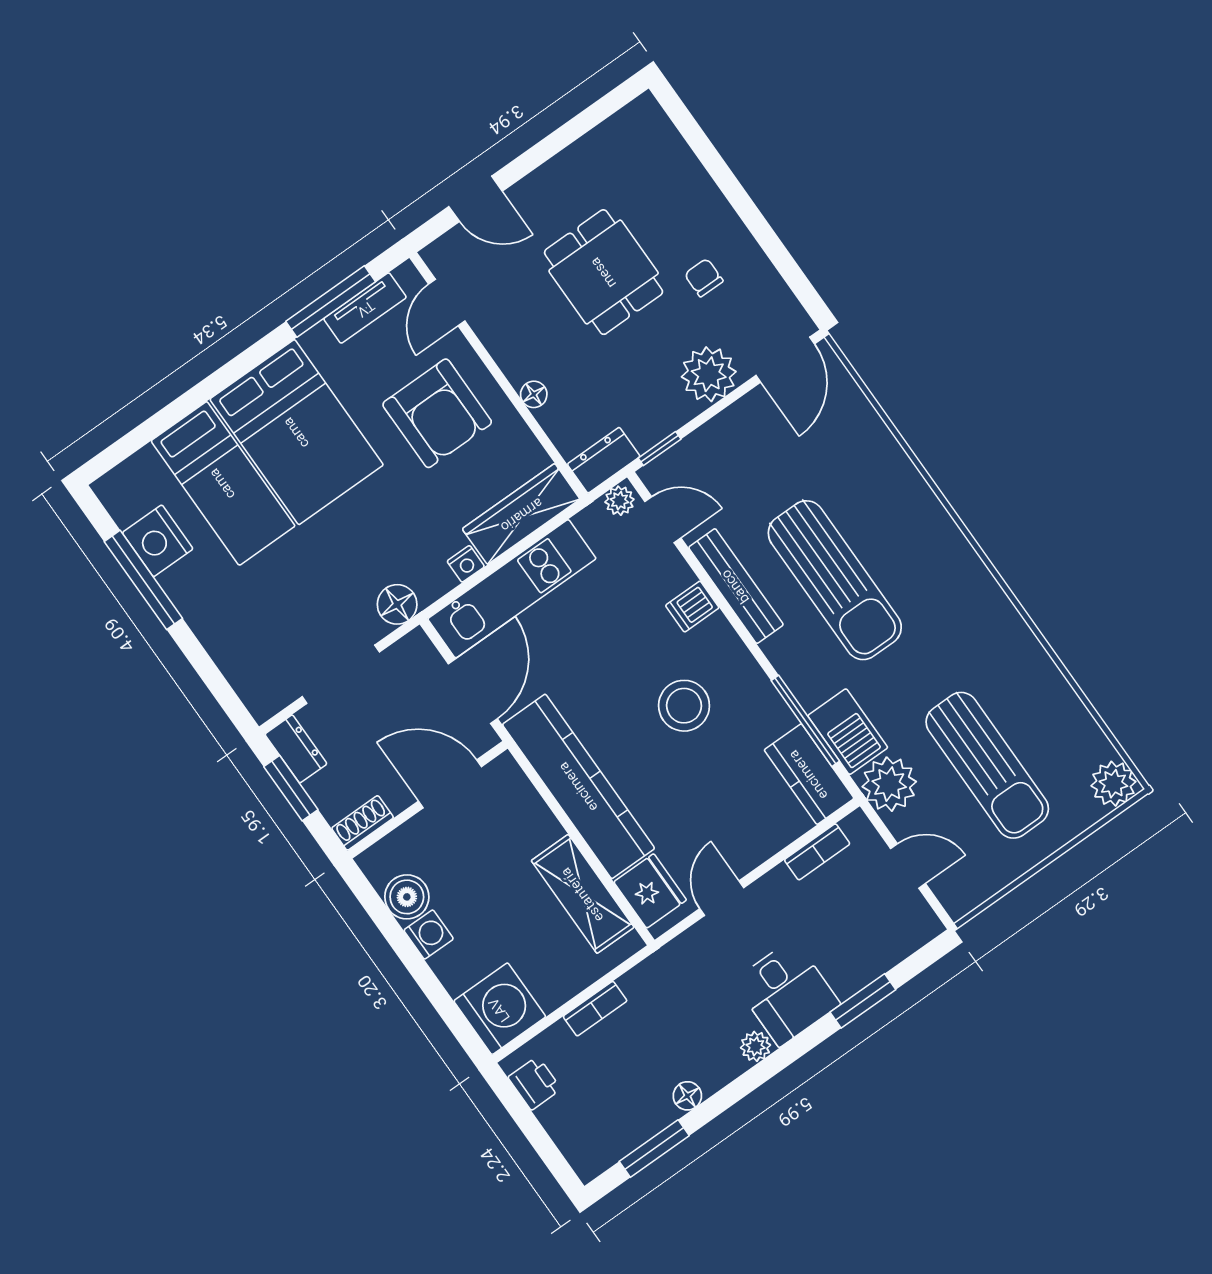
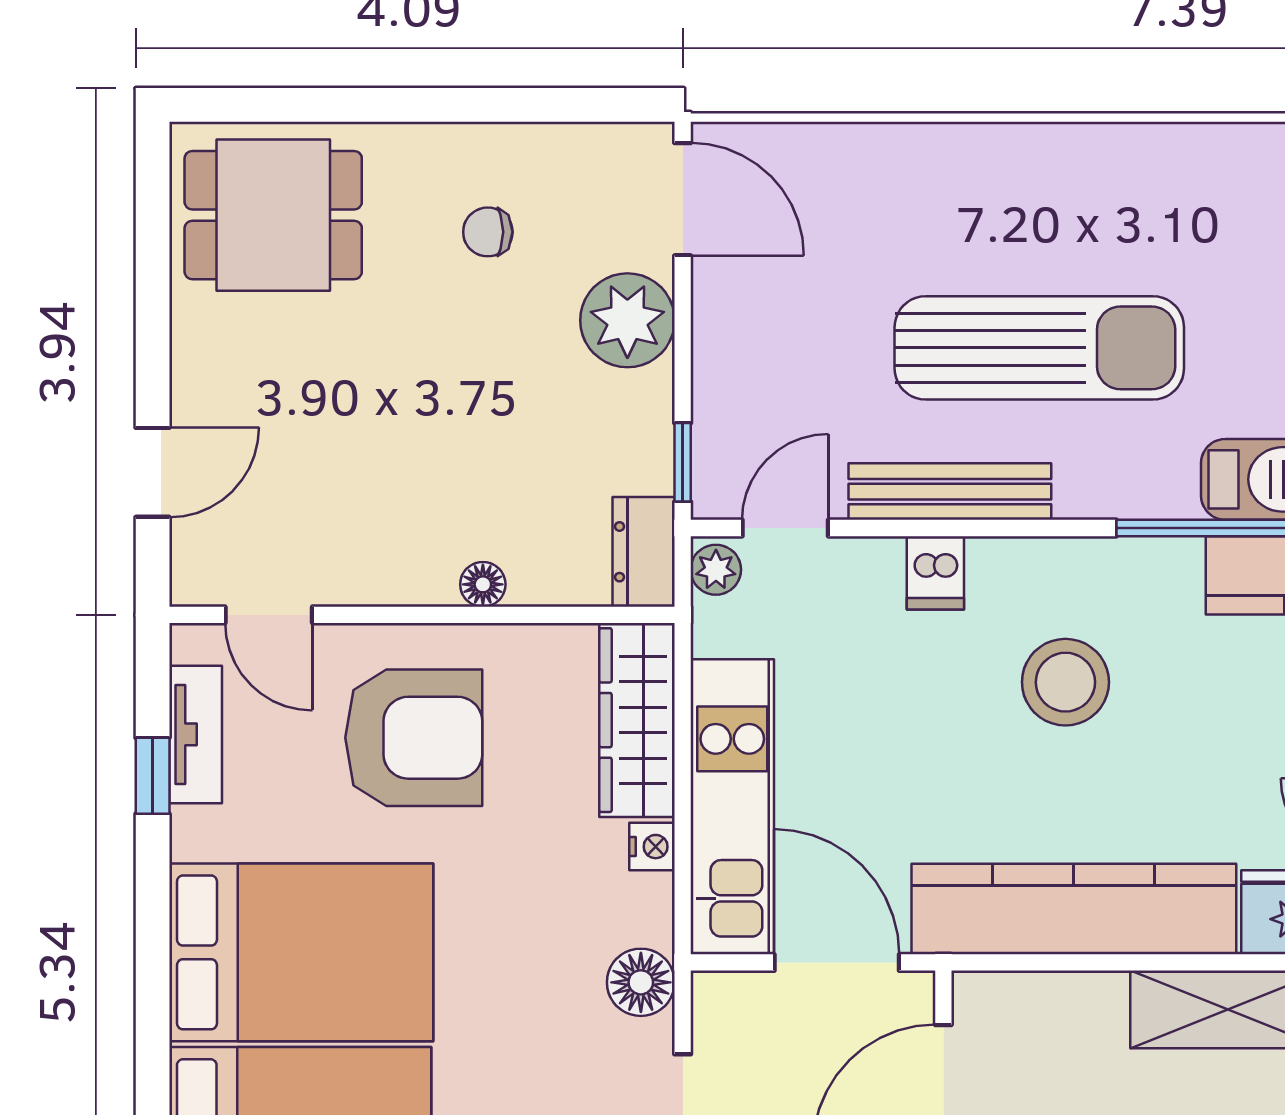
dining table: (604, 272) -> (273, 215), moved
window: (331, 301) -> (153, 776), width x0.46

